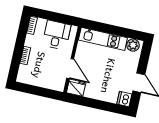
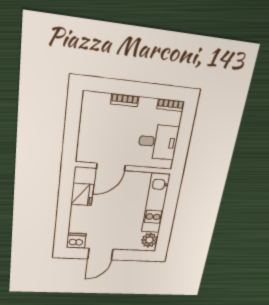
fridge: (76, 88) -> (82, 195), moved

